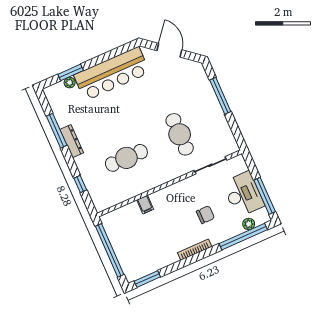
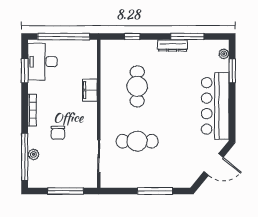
plant: (70, 83) -> (224, 54), moved
desk: (243, 194) -> (43, 62), moved, turned 90
window: (265, 196) -> (66, 191), moved
filing cabinet: (145, 205) -> (90, 90), width x2.00
plant: (249, 224) -> (33, 154), moved
window: (147, 279) -> (25, 71), moved

